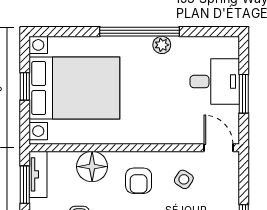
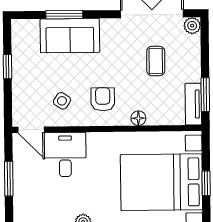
desk: (215, 82) -> (65, 154), moved, turned 90
floor lamp: (92, 167) -> (138, 118), width x0.53, depth x0.53

